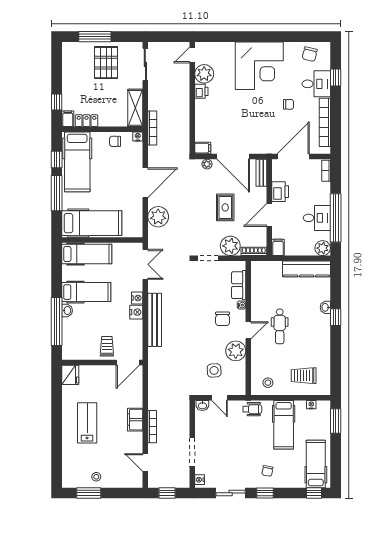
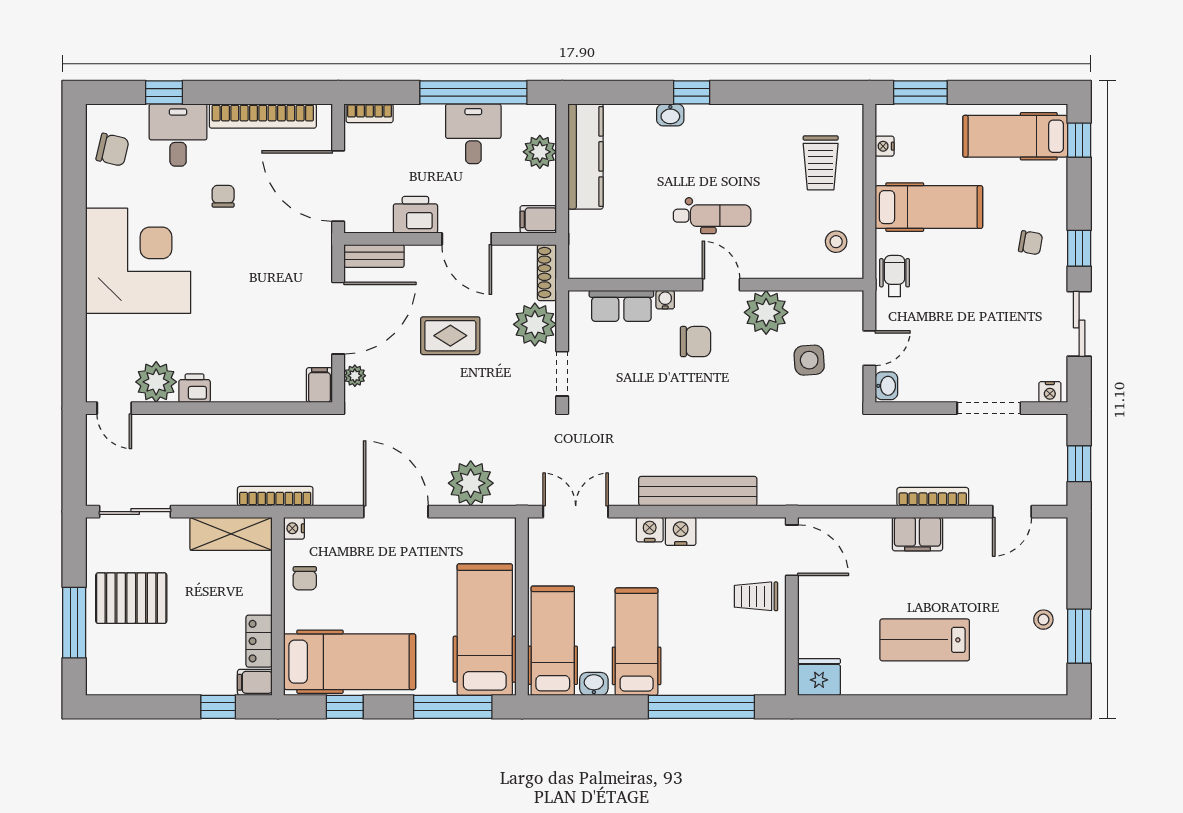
window: (57, 193) -> (453, 707), moved
plant: (323, 248) -> (540, 152), moved
washbasin: (67, 311) -> (594, 684), moved

